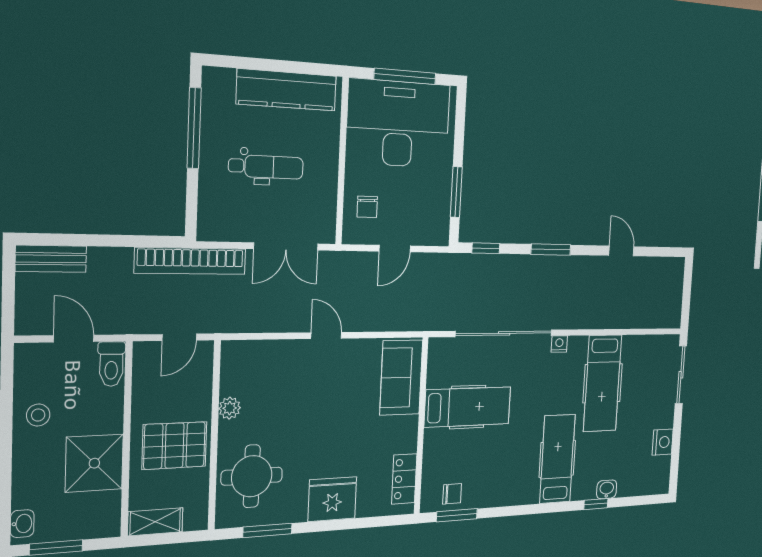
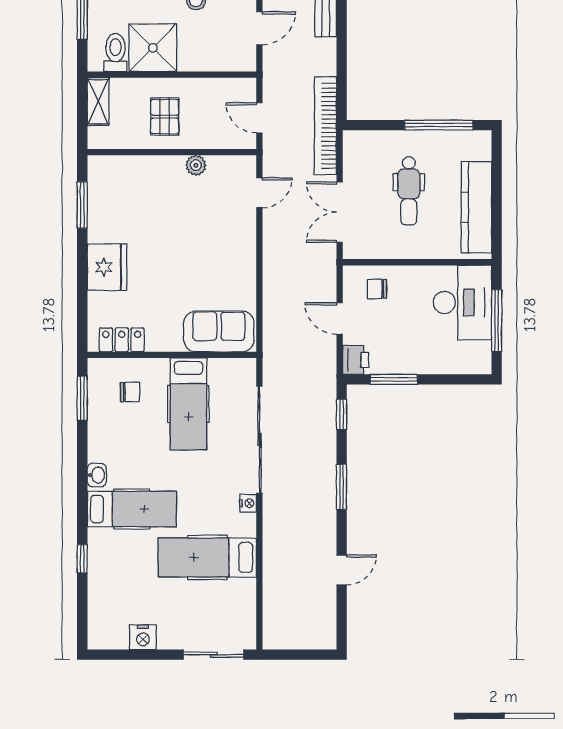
desk: (398, 124) -> (462, 303), width x0.73, depth x0.77
printer: (436, 232) -> (356, 360), added
door: (326, 336) -> (259, 193), moved
toilet: (111, 364) -> (115, 53), moved, turned 90
pallet: (175, 446) -> (165, 117), width x0.67, depth x0.71
round table: (252, 476) -> (133, 188), removed
washbasin: (607, 489) -> (97, 475), moved
chair: (452, 494) -> (130, 392), moved, turned -90

